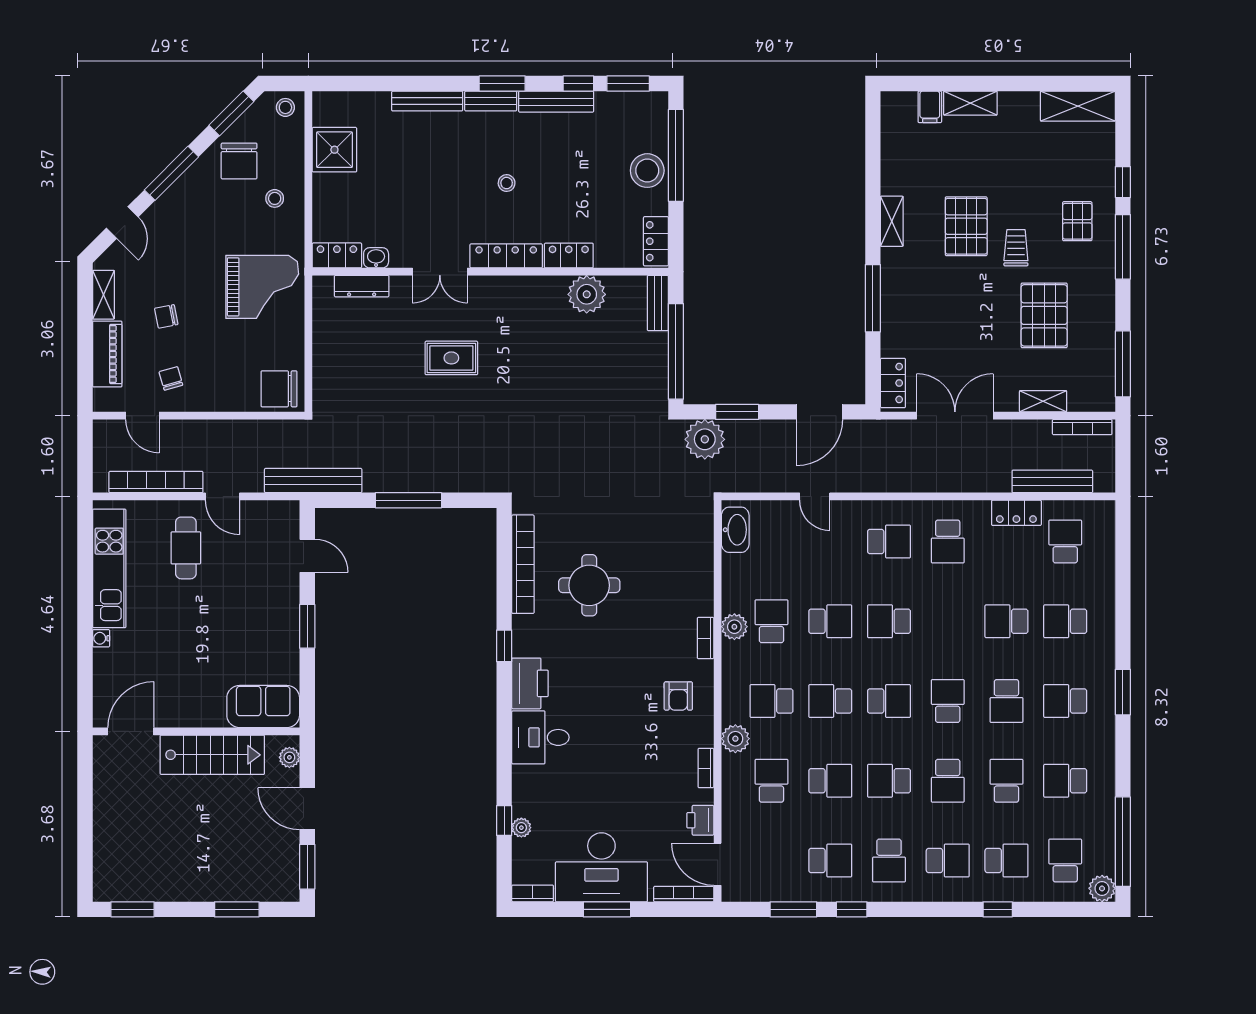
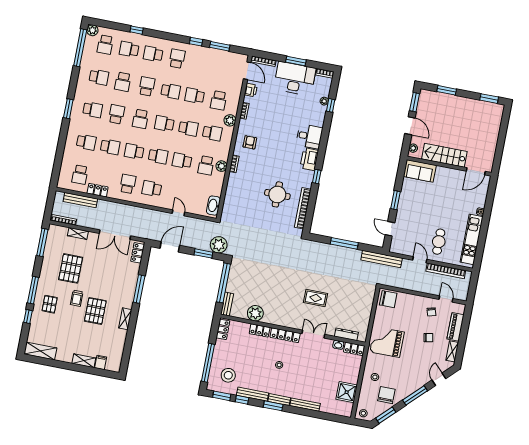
stool: (647, 171) -> (228, 375), moved
school desk: (830, 861) -> (134, 151), moved

